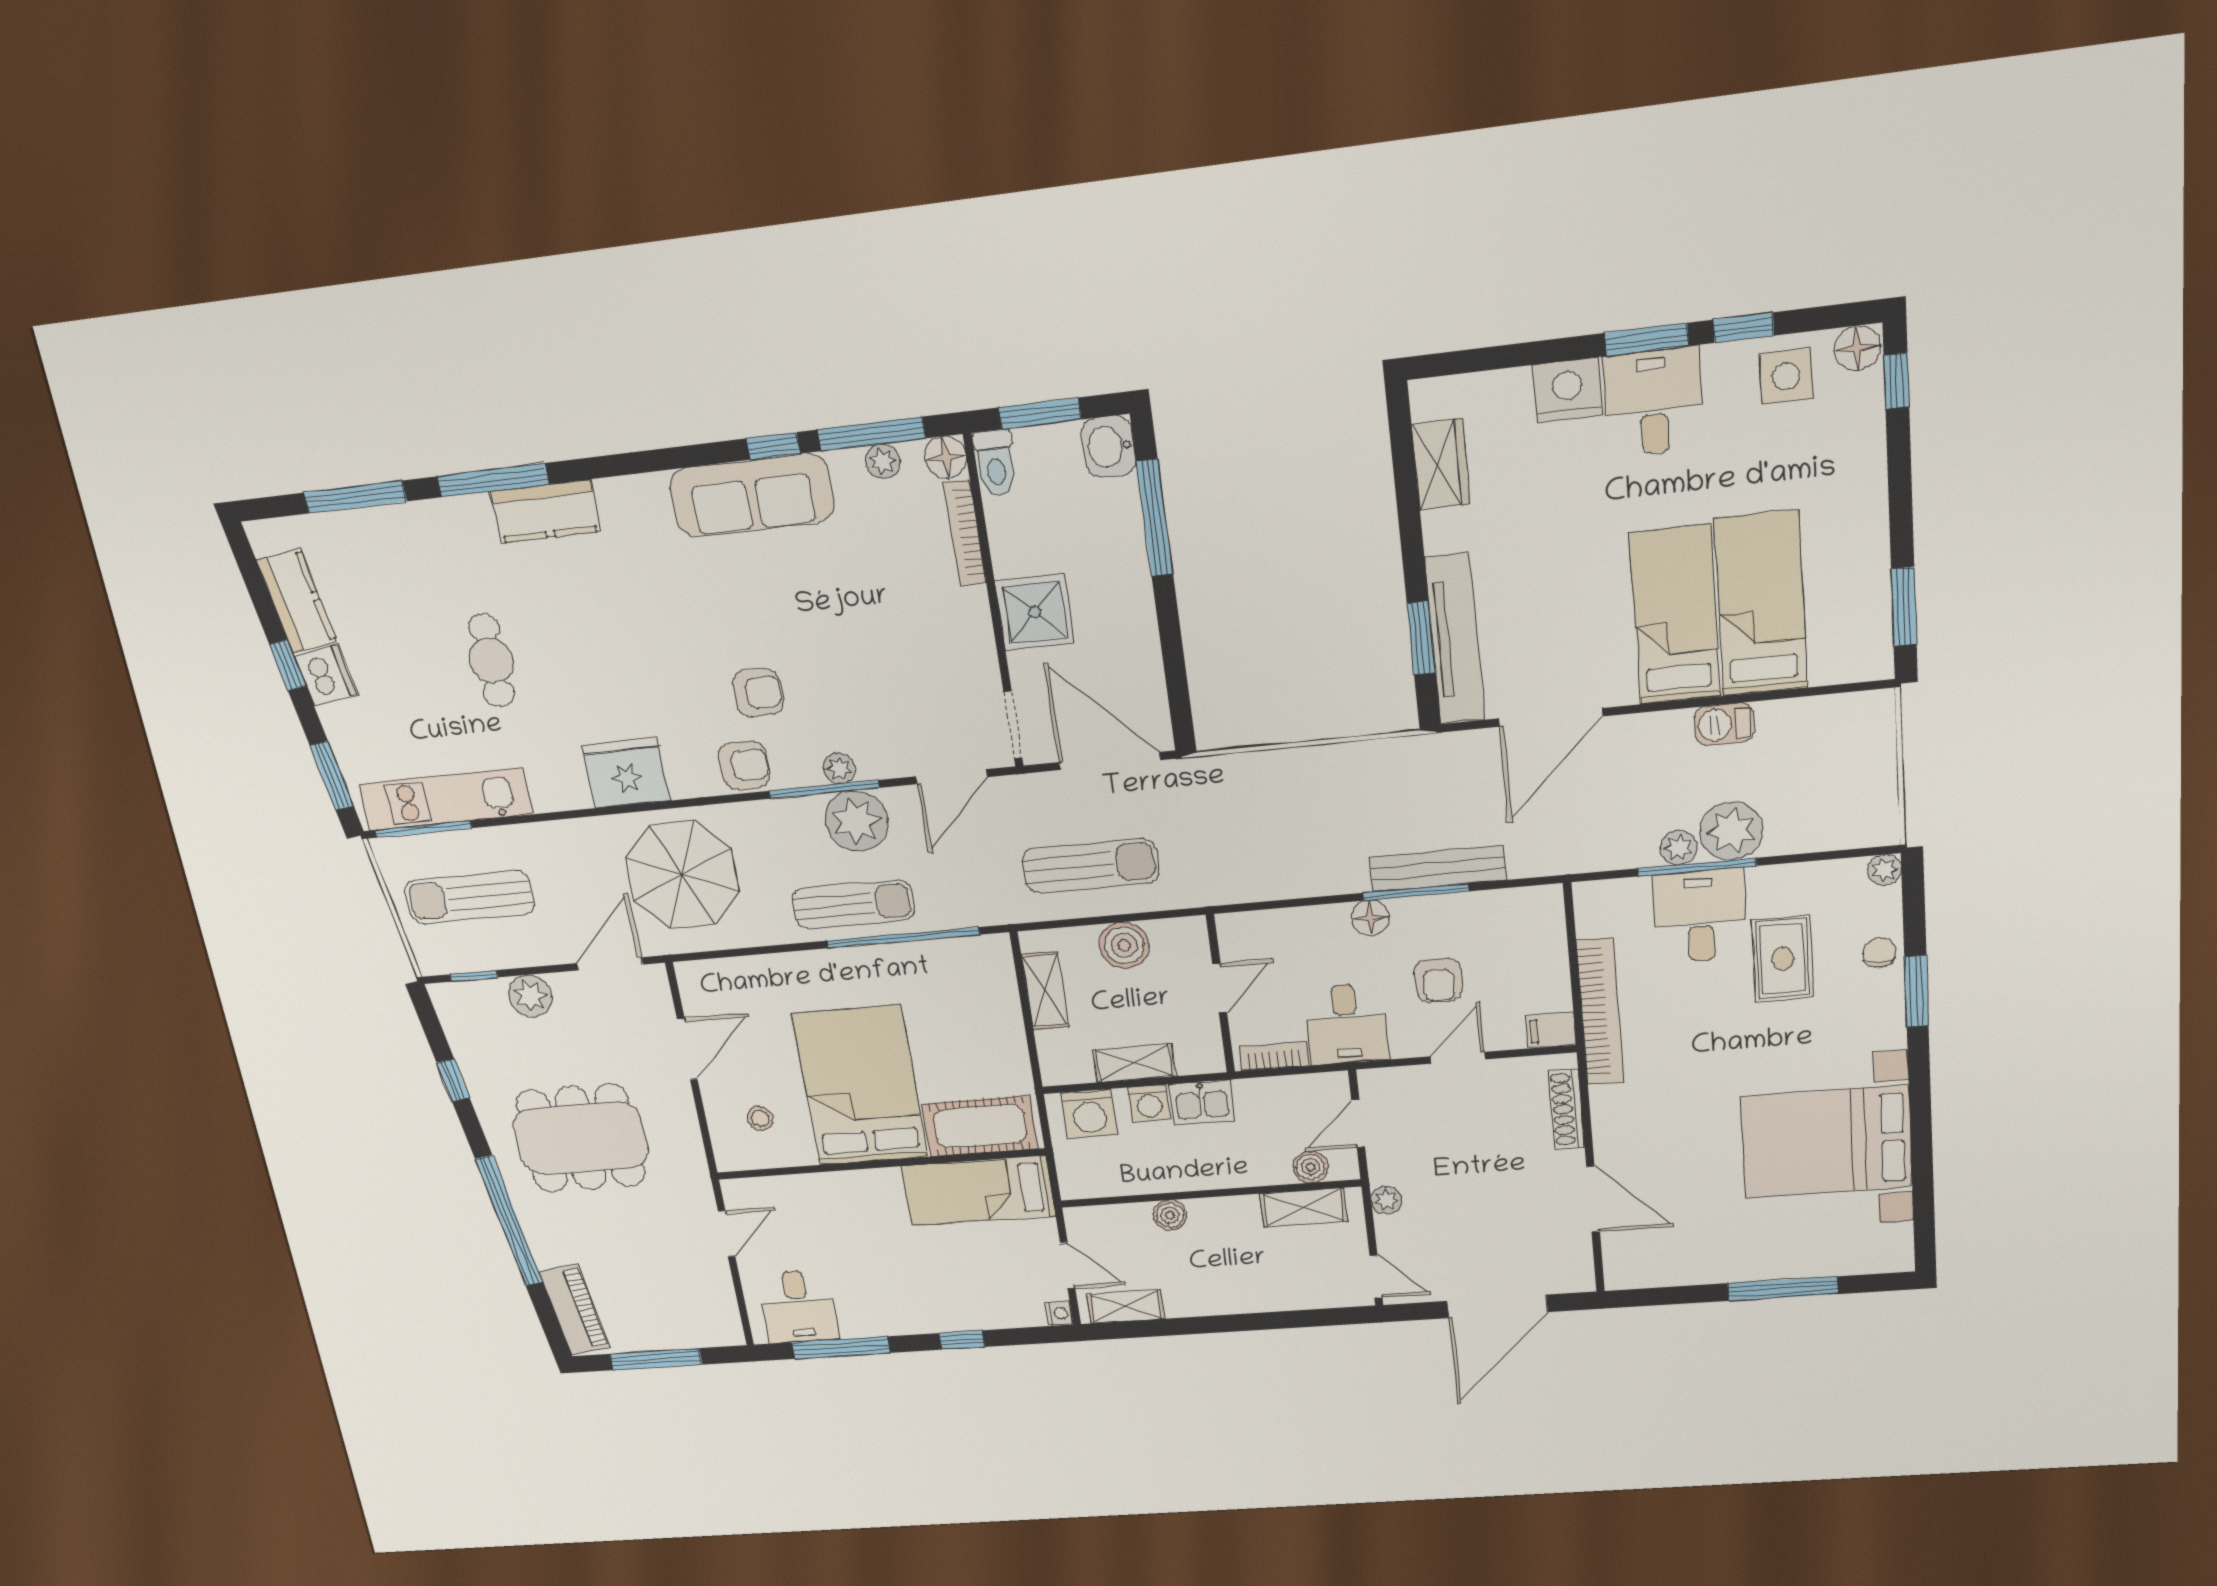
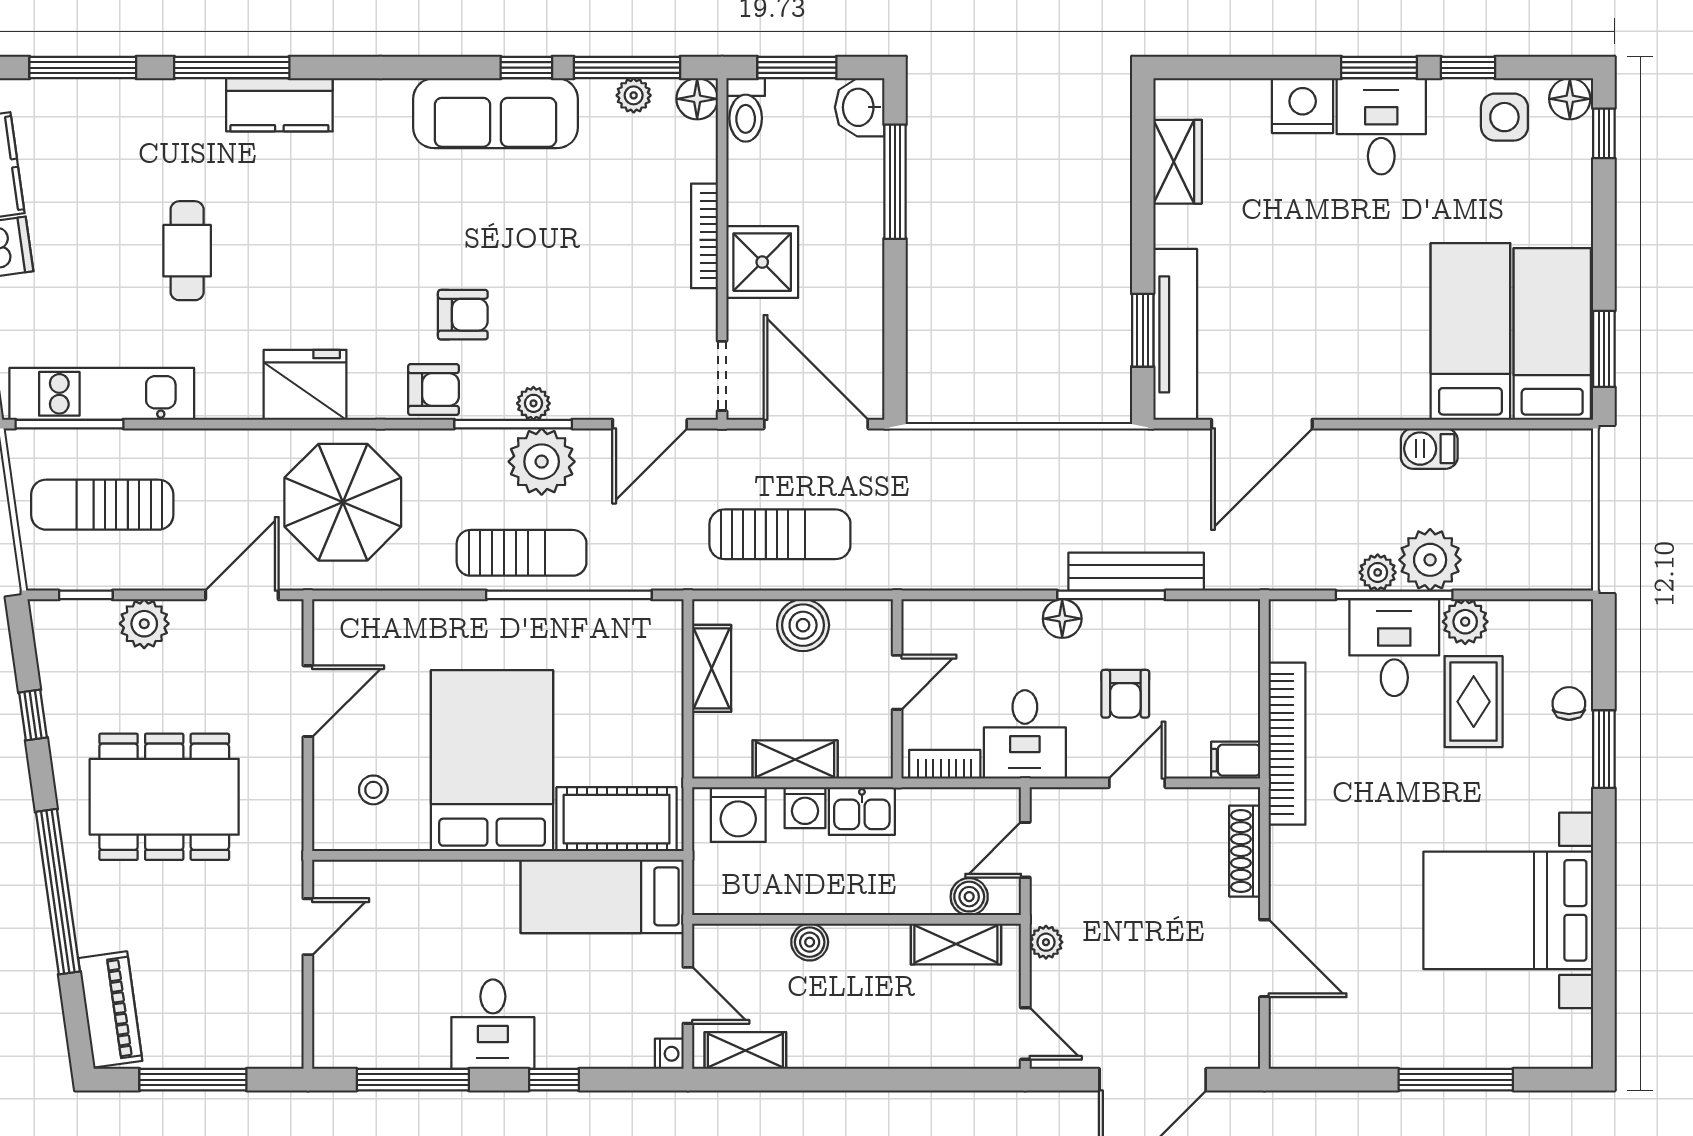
bookcase: (965, 533) -> (704, 236), moved
bed: (1675, 615) -> (1552, 334), moved
plant: (1884, 870) -> (1465, 622), moved, width x1.38, depth x1.38
desk: (798, 1307) -> (493, 1024), moved

